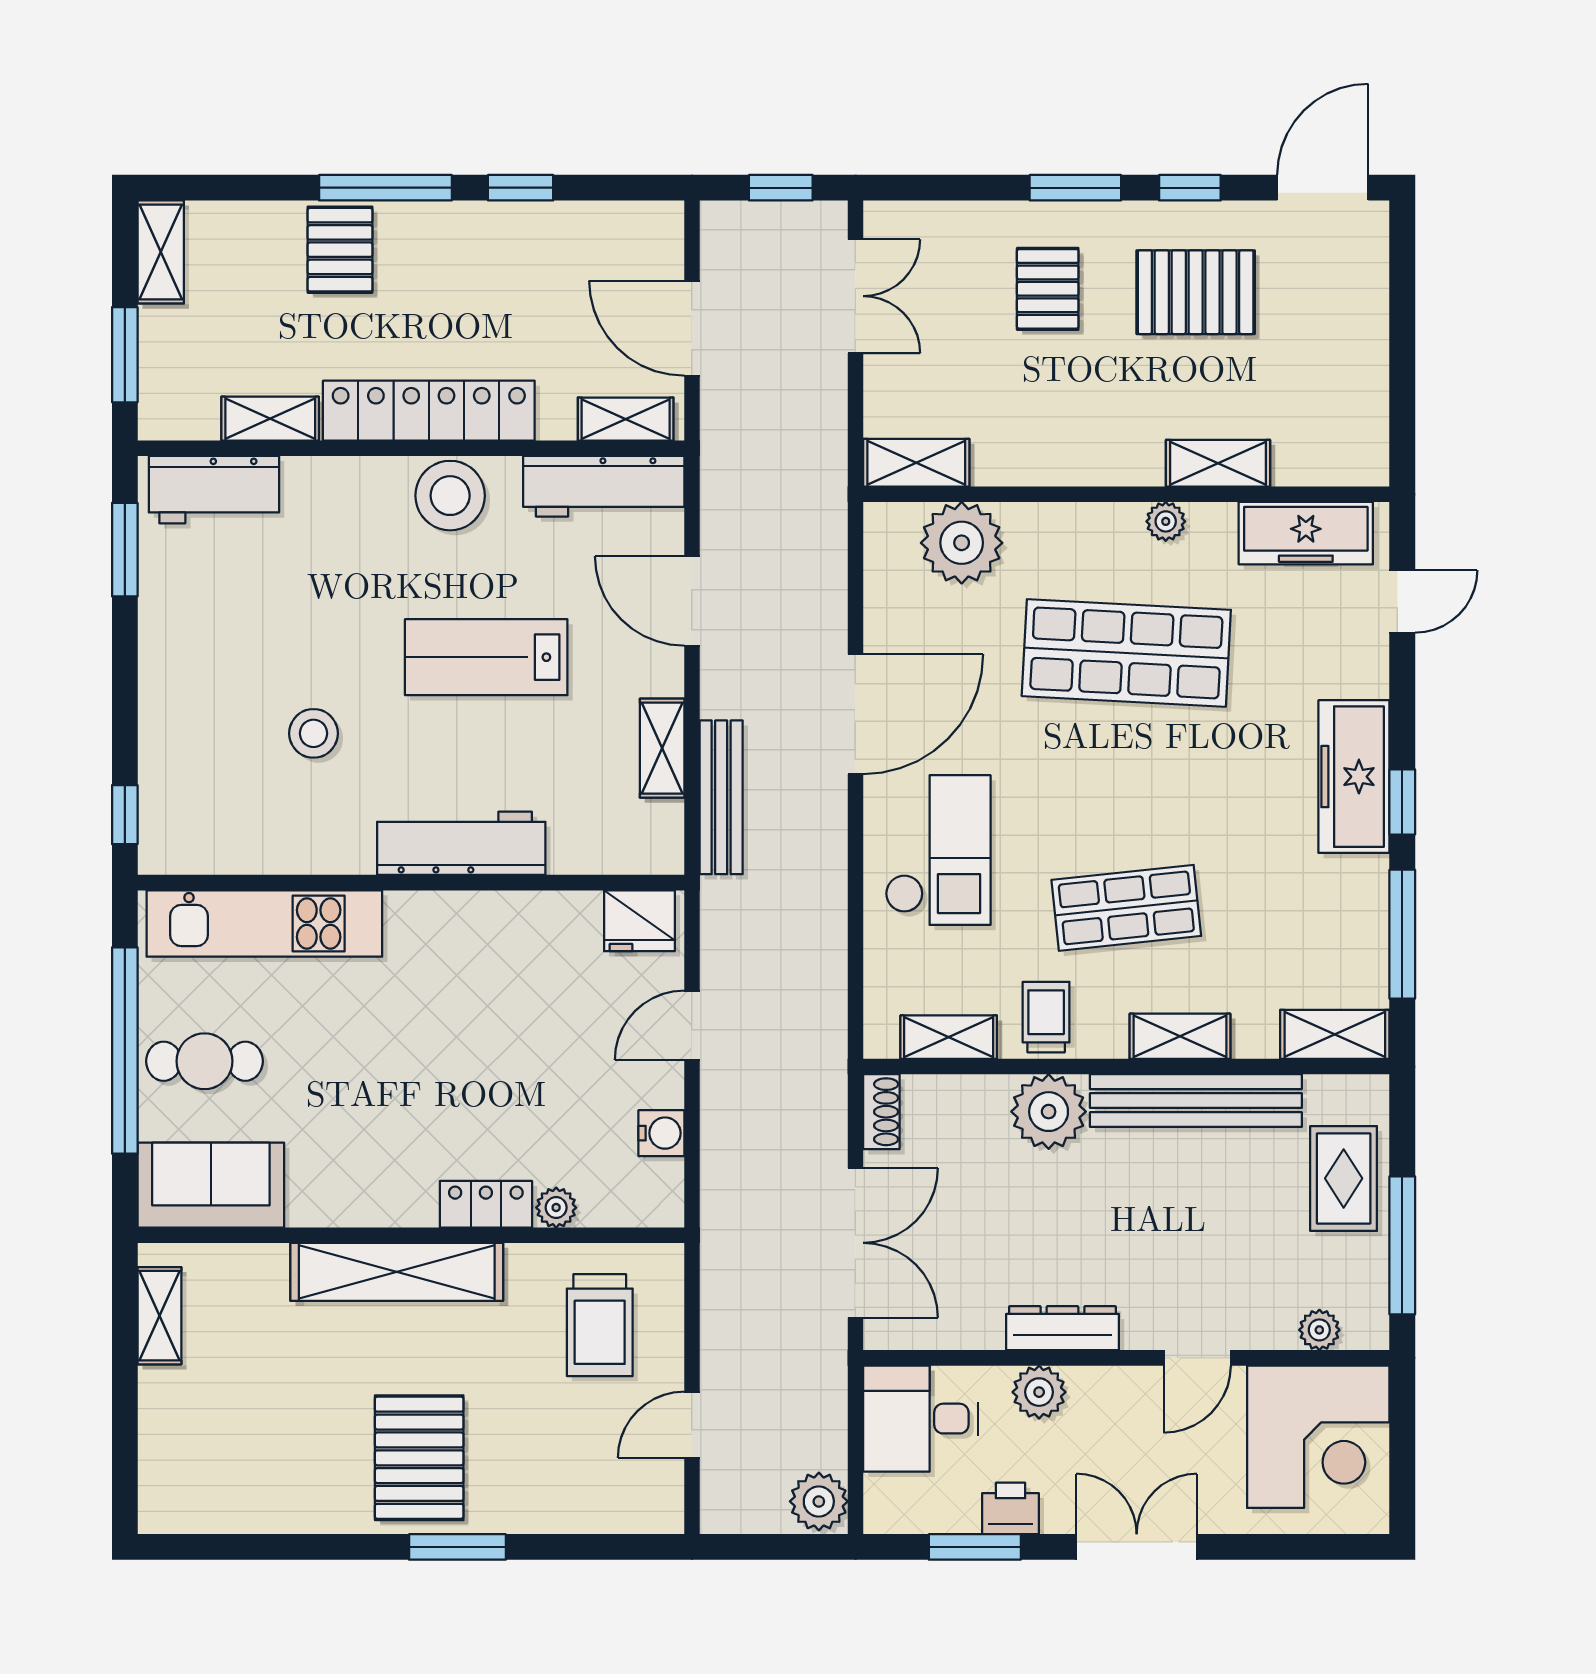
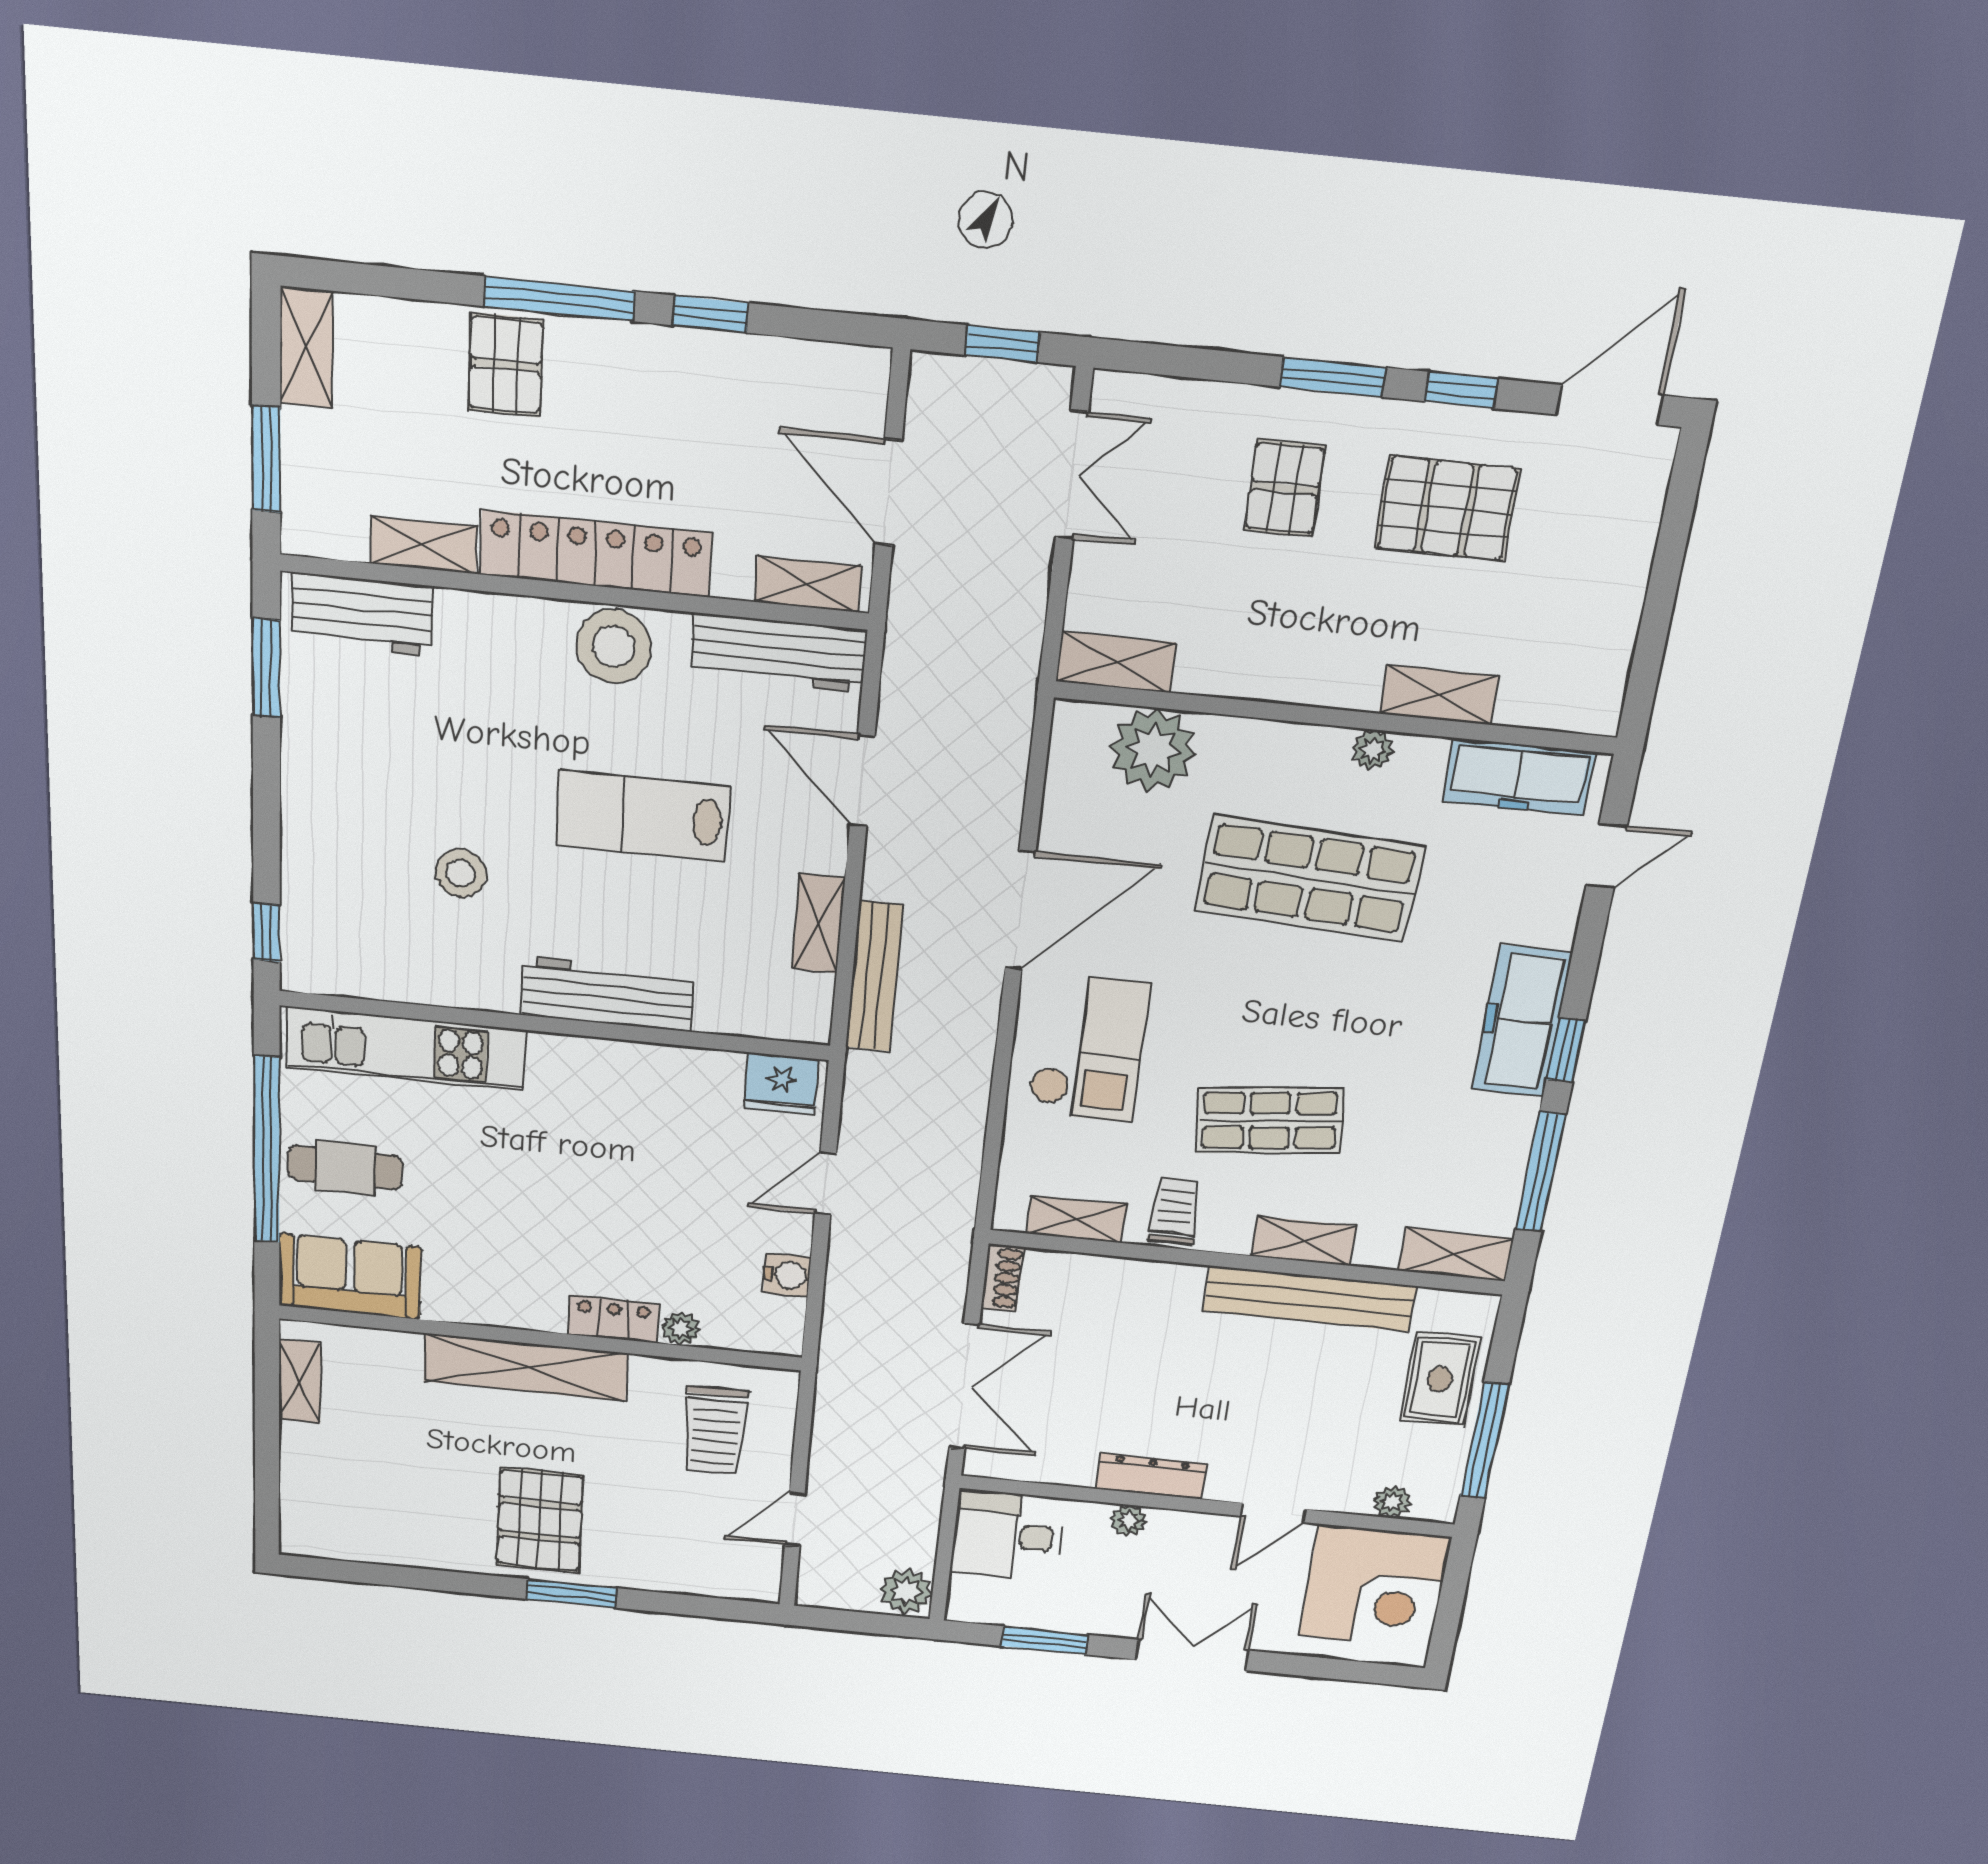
plant: (1049, 1112) -> (1165, 1294), removed
plant: (1039, 1392) -> (1129, 1520), width x0.73, depth x0.73
printer: (1010, 1508) -> (1081, 1614), removed

